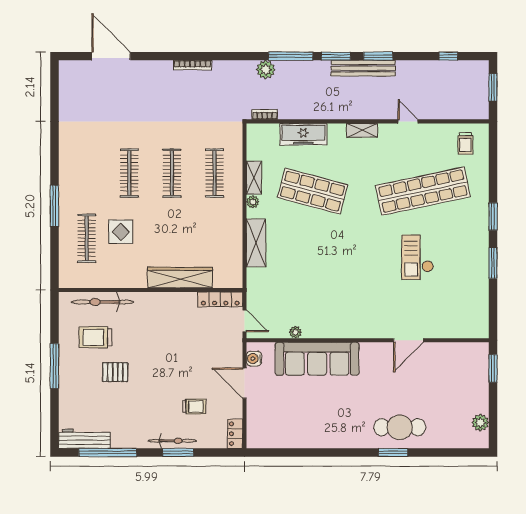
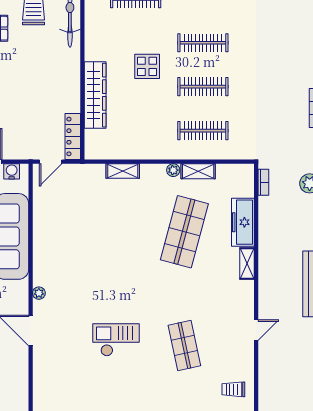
shelving: (362, 130) -> (247, 264), moved
shop shelf: (423, 191) -> (184, 345), width x0.50, depth x0.74
display table: (121, 232) -> (147, 66), moved
shelving: (256, 243) -> (123, 171), width x0.67, depth x0.75
plant: (295, 332) -> (39, 293), moved

